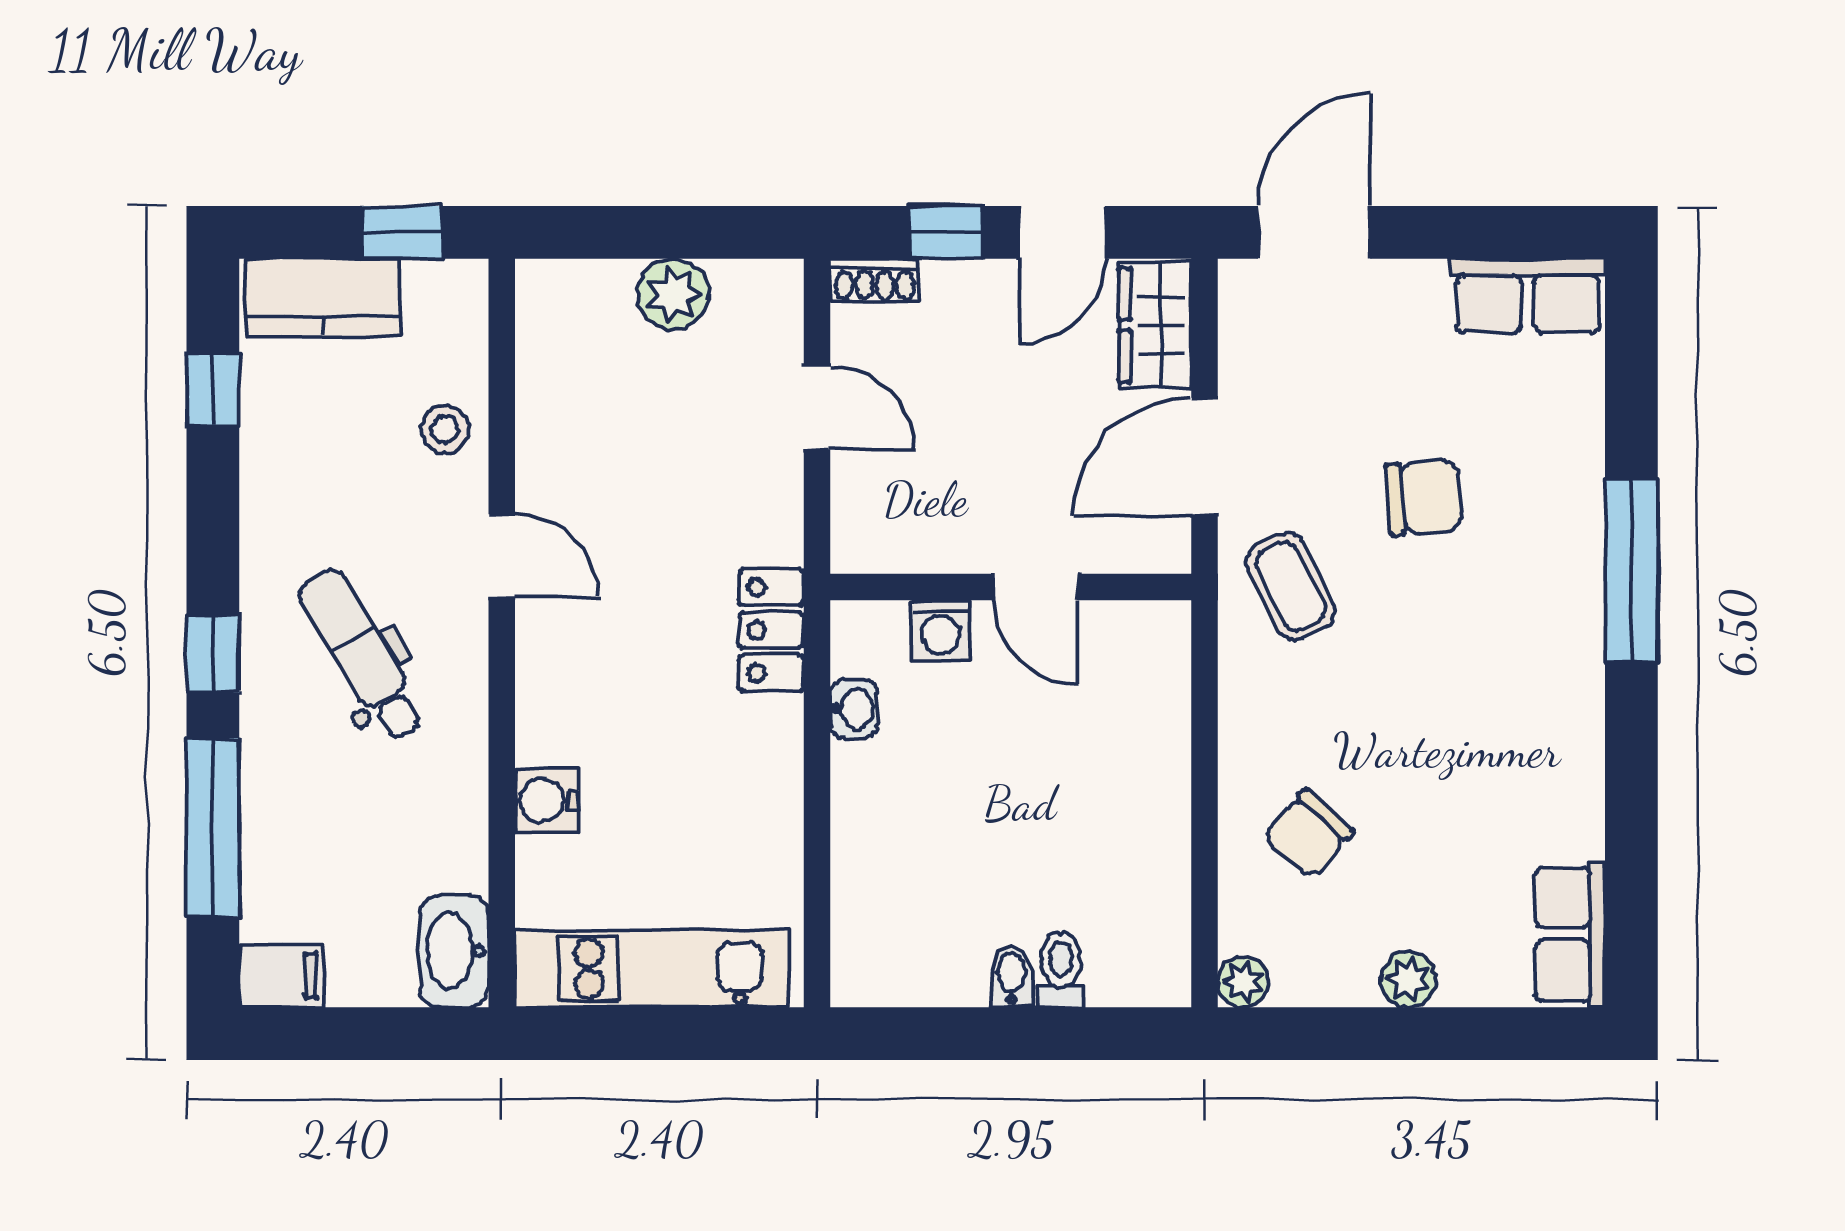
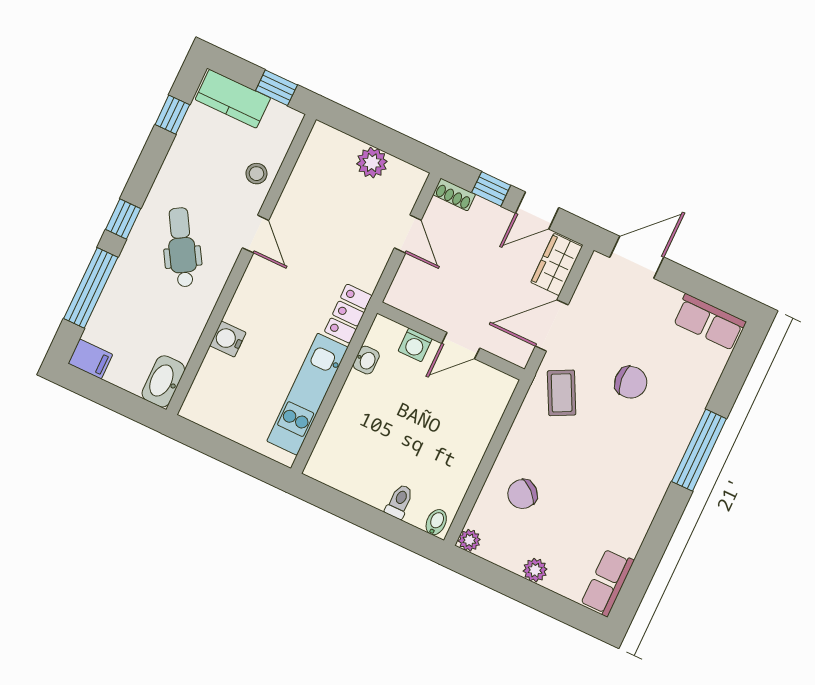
door: (1036, 587) -> (461, 346), hinge flipped
kitchen unit: (652, 969) -> (307, 394), moved, turned -90
bidet: (1011, 977) -> (436, 522), moved

